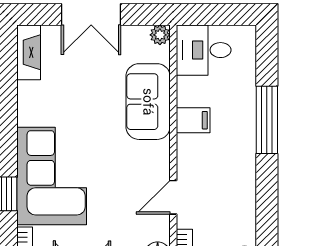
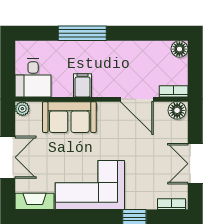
corner sofa: (52, 176) -> (90, 185), moved
door: (173, 197) -> (137, 99), width x1.38

